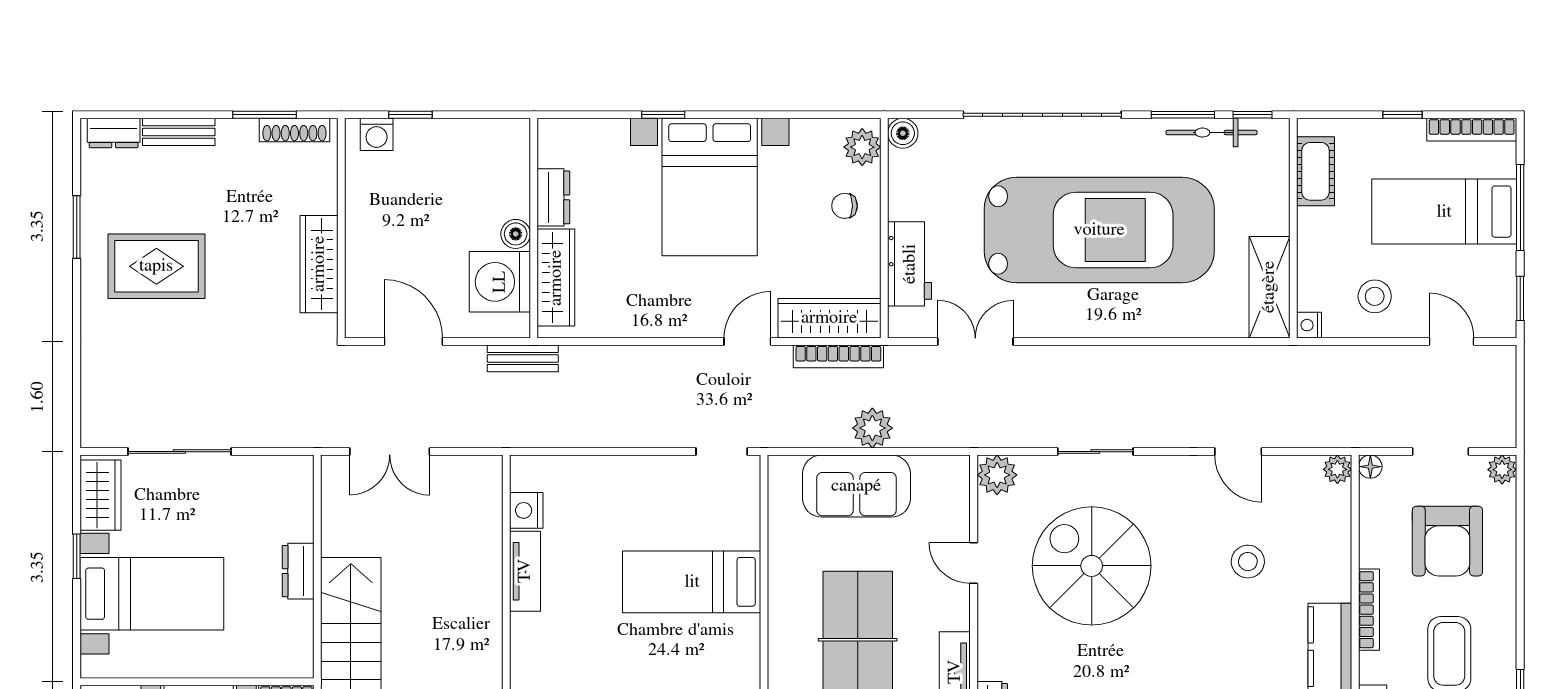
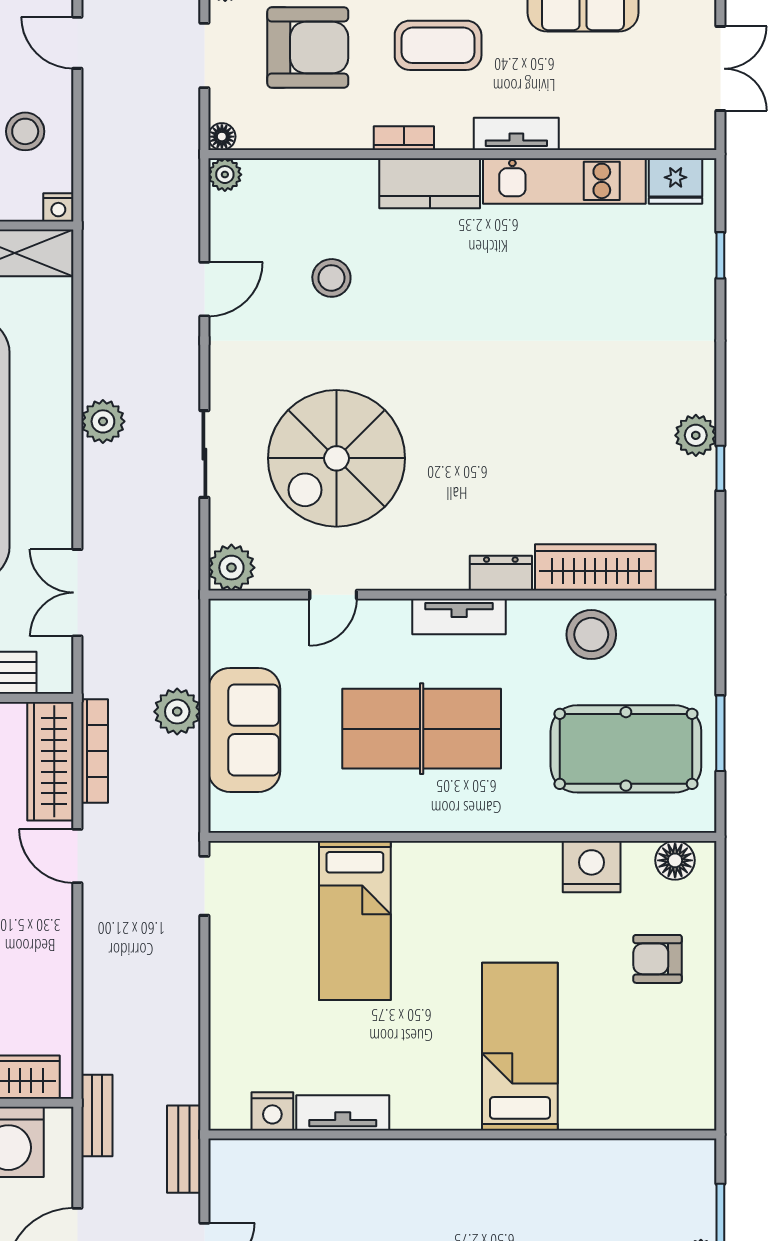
door: (1452, 342) -> (77, 43), hinge flipped
plant: (1124, 364) -> (103, 421), added
bench: (494, 434) -> (184, 1149), added
bookcase: (1369, 610) -> (404, 138), width x0.64

